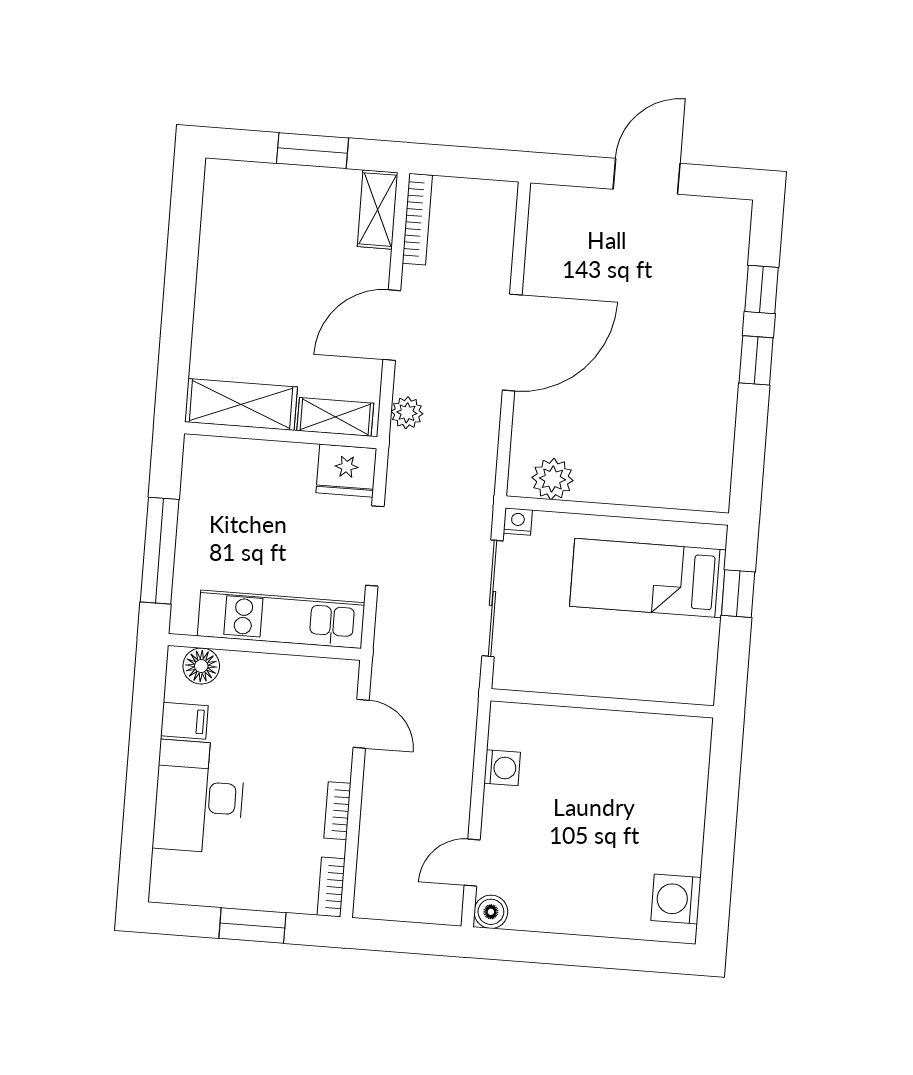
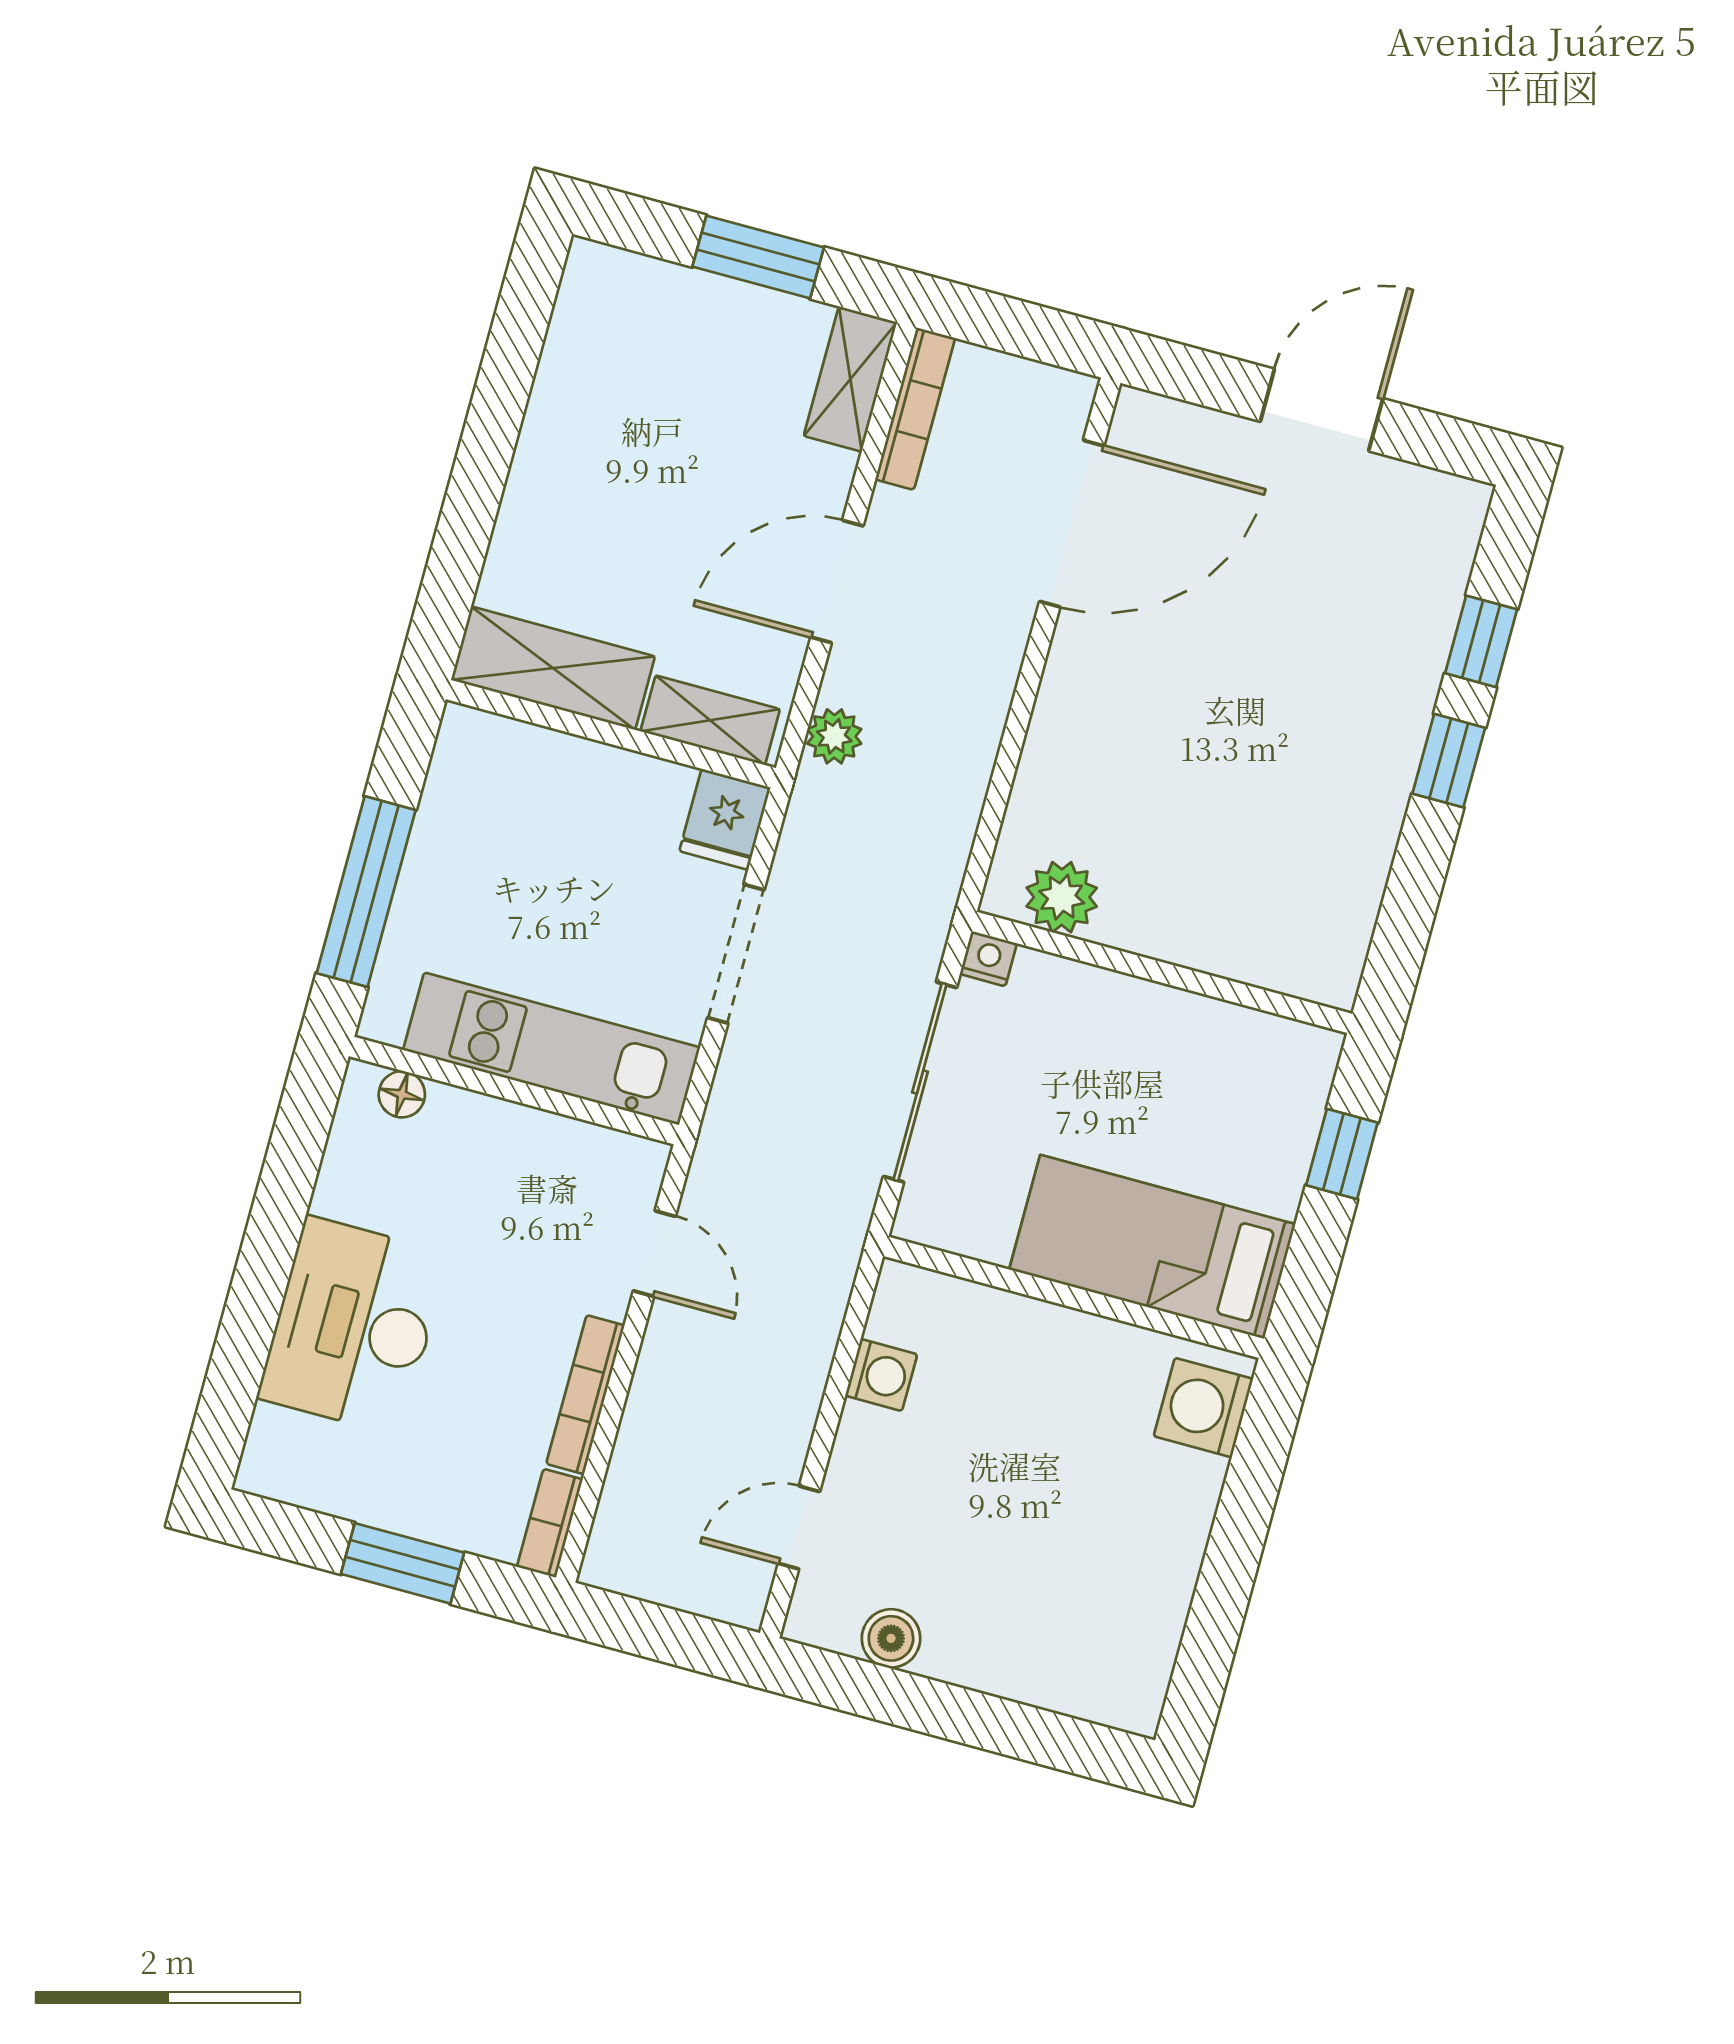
door: (512, 343) -> (1072, 524), moved
fridge: (346, 471) -> (725, 819), width x0.72
bed: (648, 578) -> (1152, 1247), moved
floor lamp: (201, 666) -> (402, 1094), width x0.73, depth x0.73
filing cabinet: (184, 721) -> (353, 1191), removed
bookcase: (337, 811) -> (585, 1395), width x1.56
washing machine: (676, 899) -> (1203, 1408), moved
boiler: (491, 912) -> (891, 1638), moved

